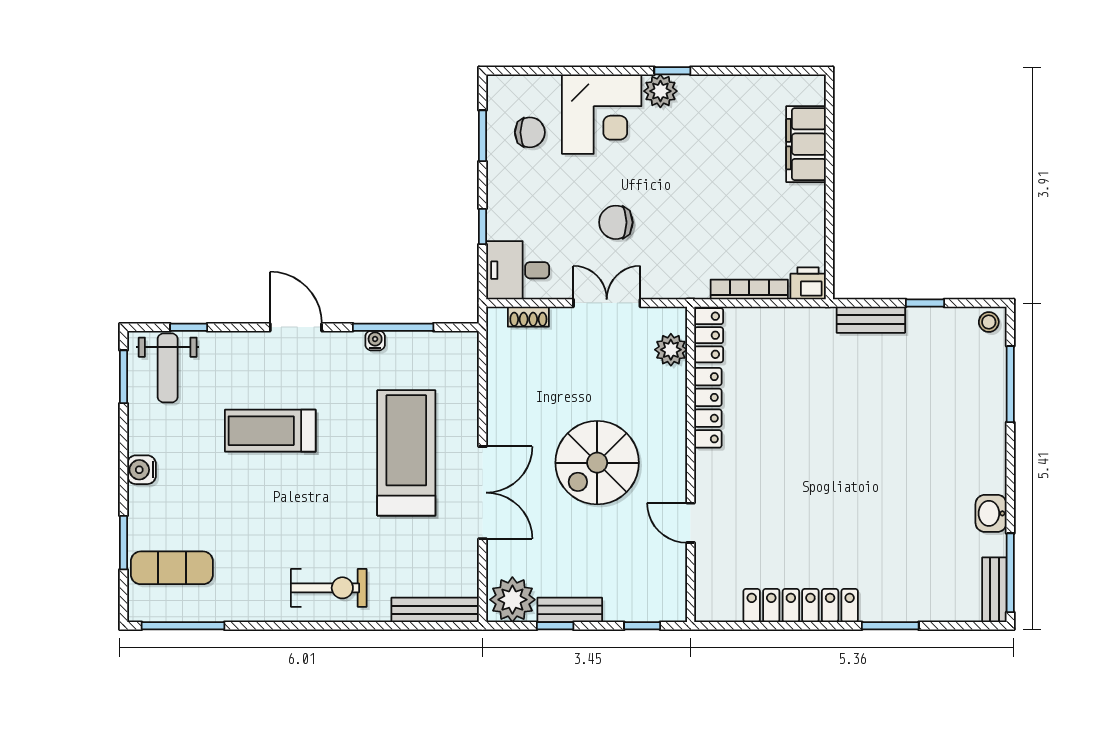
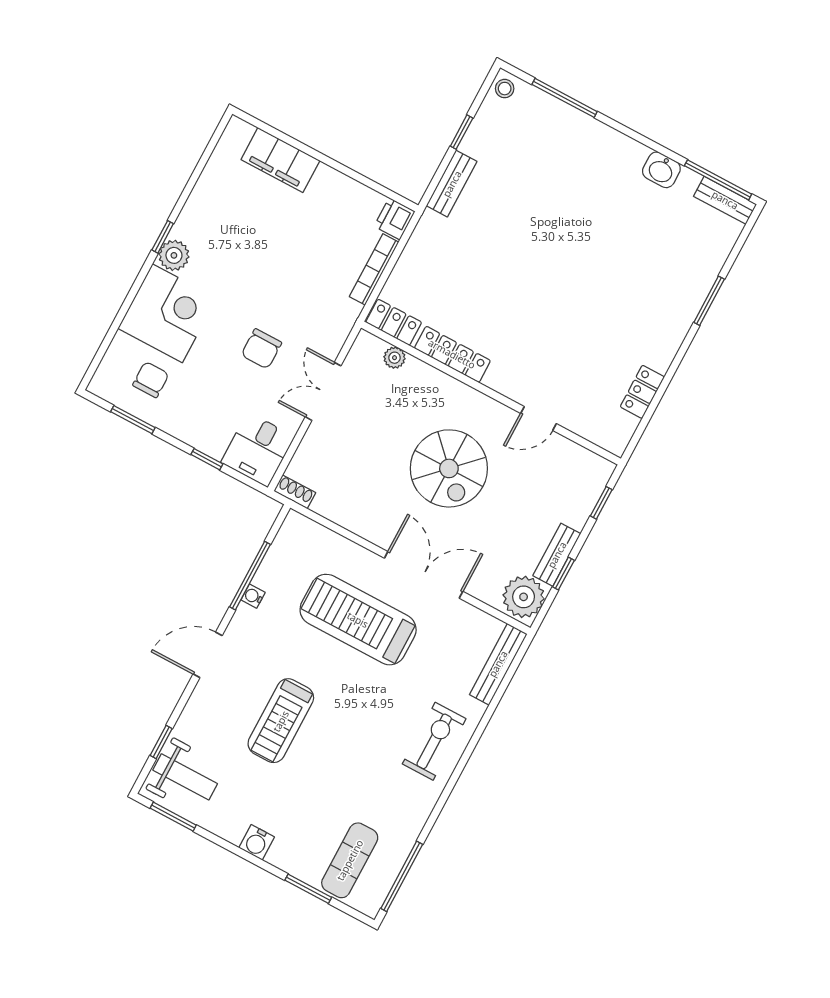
shoe rack: (528, 317) -> (295, 492), moved, turned -90
plant: (671, 350) -> (395, 358), width x0.73, depth x0.73
locker: (801, 606) -> (642, 392), width x0.46, depth x0.83

